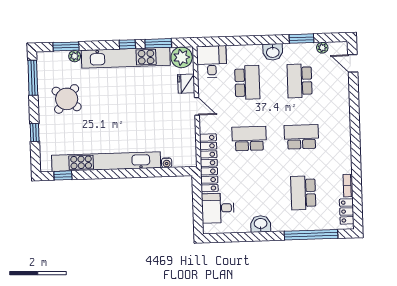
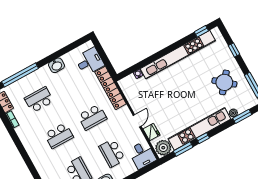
door: (197, 106) -> (137, 121), swing flipped
school desk: (303, 193) -> (39, 100), turned -90

